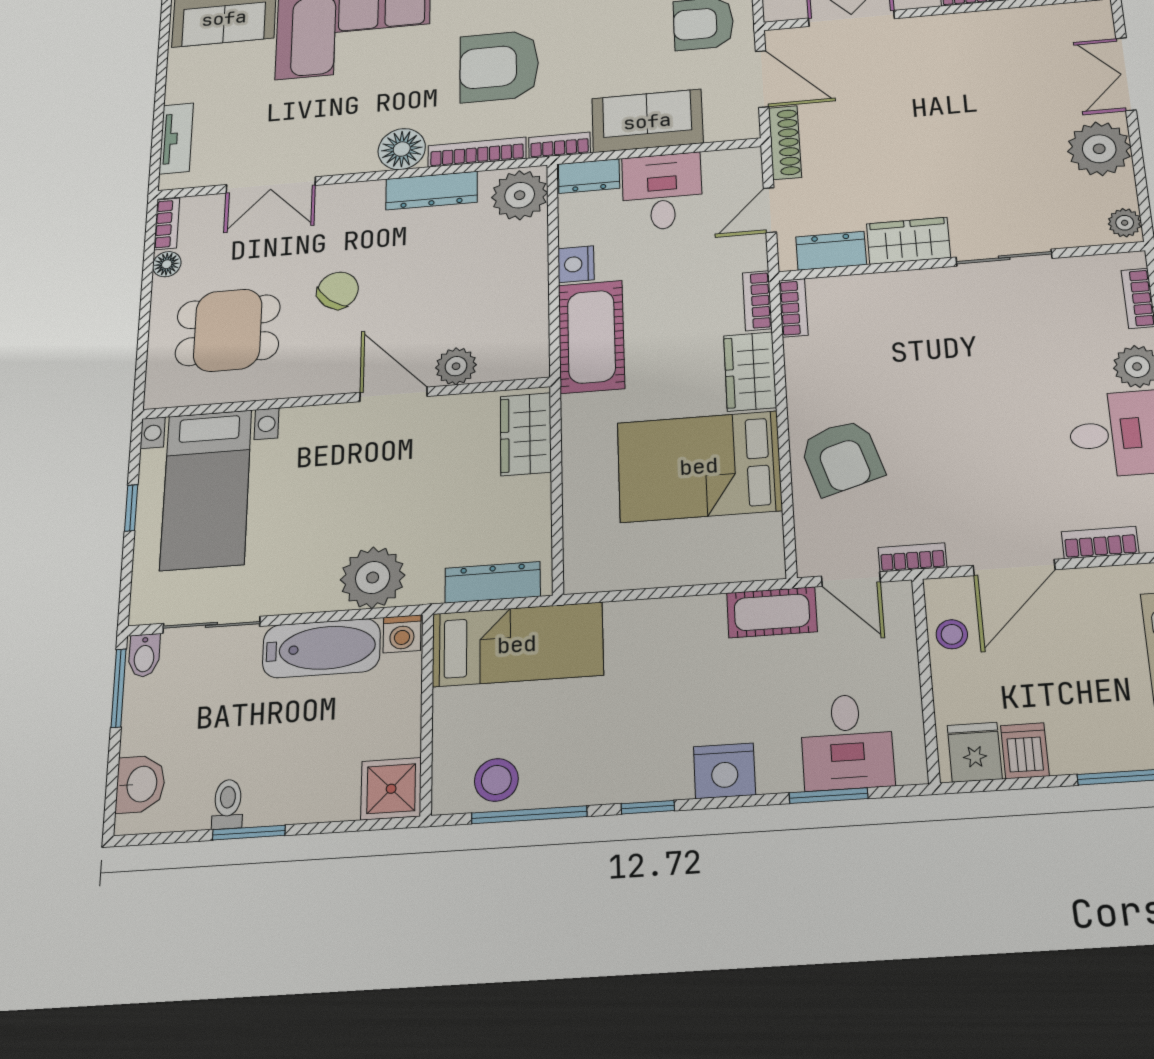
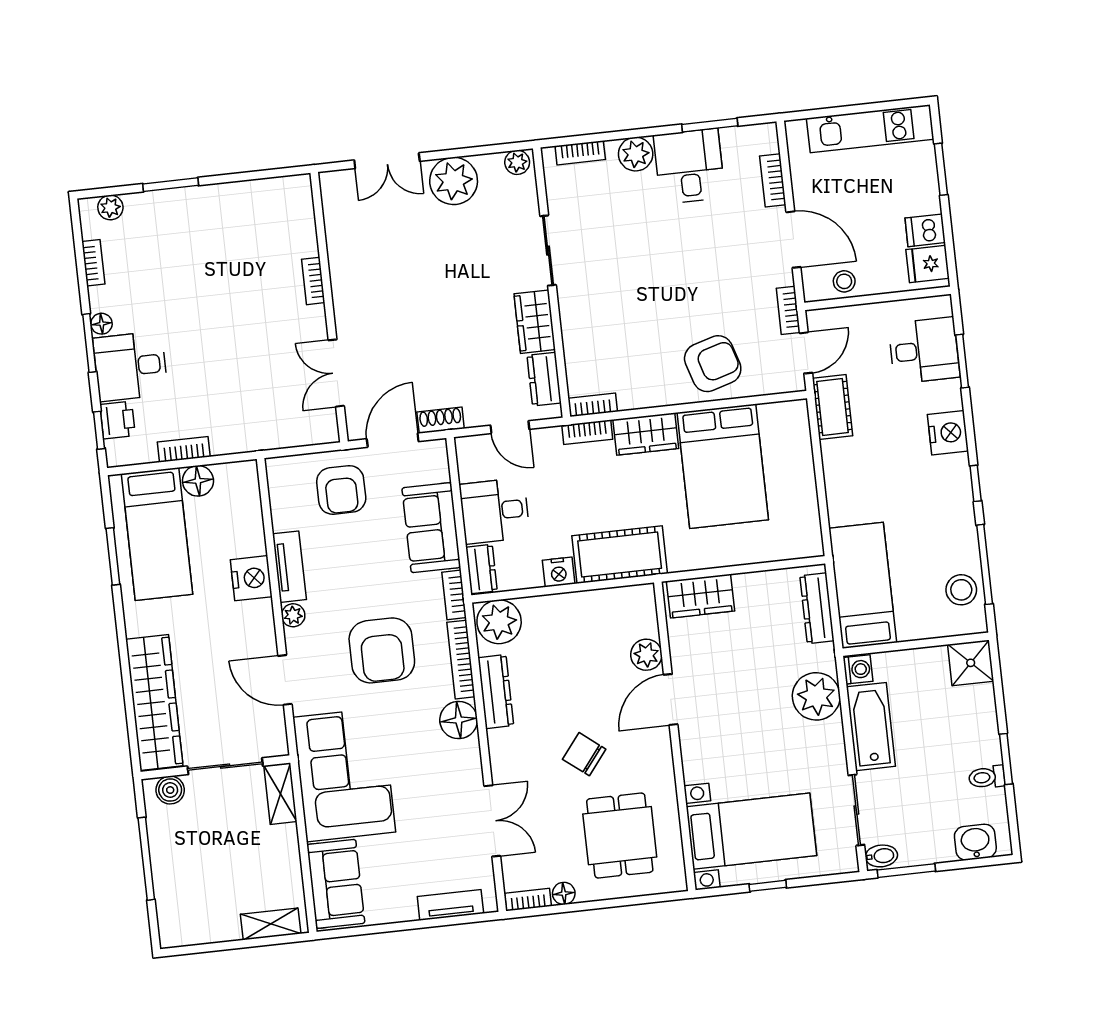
shoe rack: (785, 143) -> (441, 420), width x0.70

